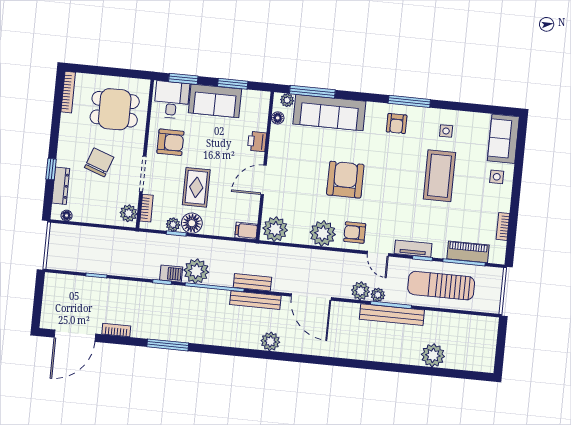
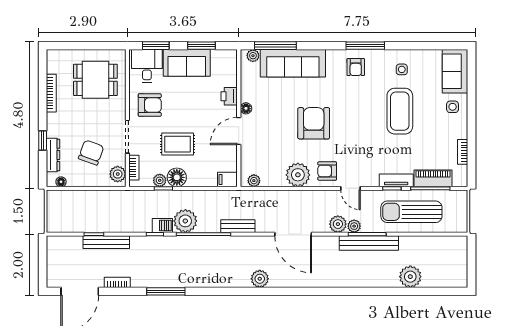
bookcase: (68, 92) -> (51, 93), moved
floor lamp: (278, 118) -> (246, 108), moved
chair: (99, 162) -> (91, 153), moved
rug: (196, 187) -> (178, 144), turned 90
plant: (275, 229) -> (254, 181), width x0.53, depth x0.53
tv unit: (413, 249) -> (396, 180), moved
bench: (255, 300) -> (106, 242), moved

